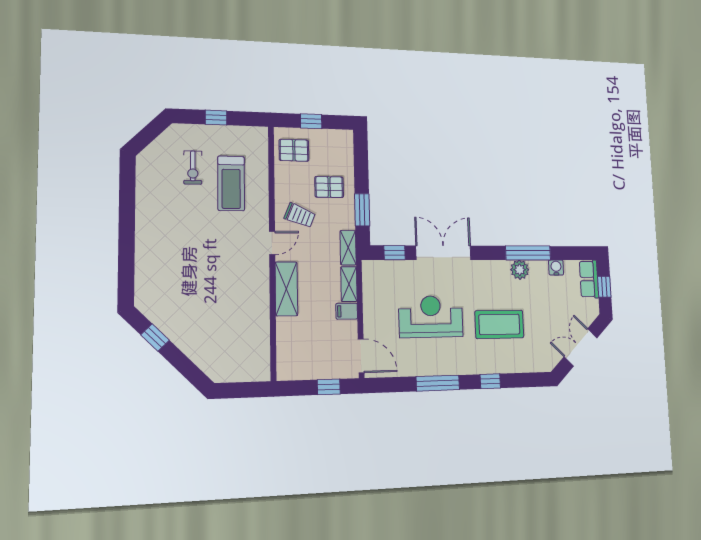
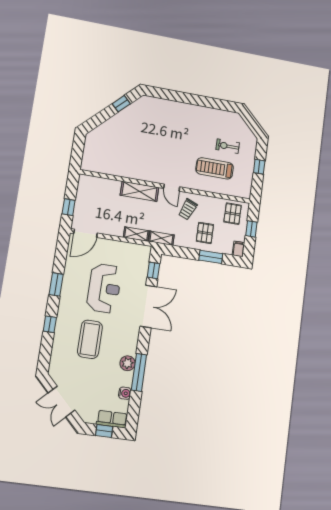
window: (362, 210) -> (211, 257), moved
filing cabinet: (347, 311) -> (238, 249), moved
double door: (581, 347) -> (61, 402), swing flipped
window: (438, 383) -> (56, 284), width x0.69

